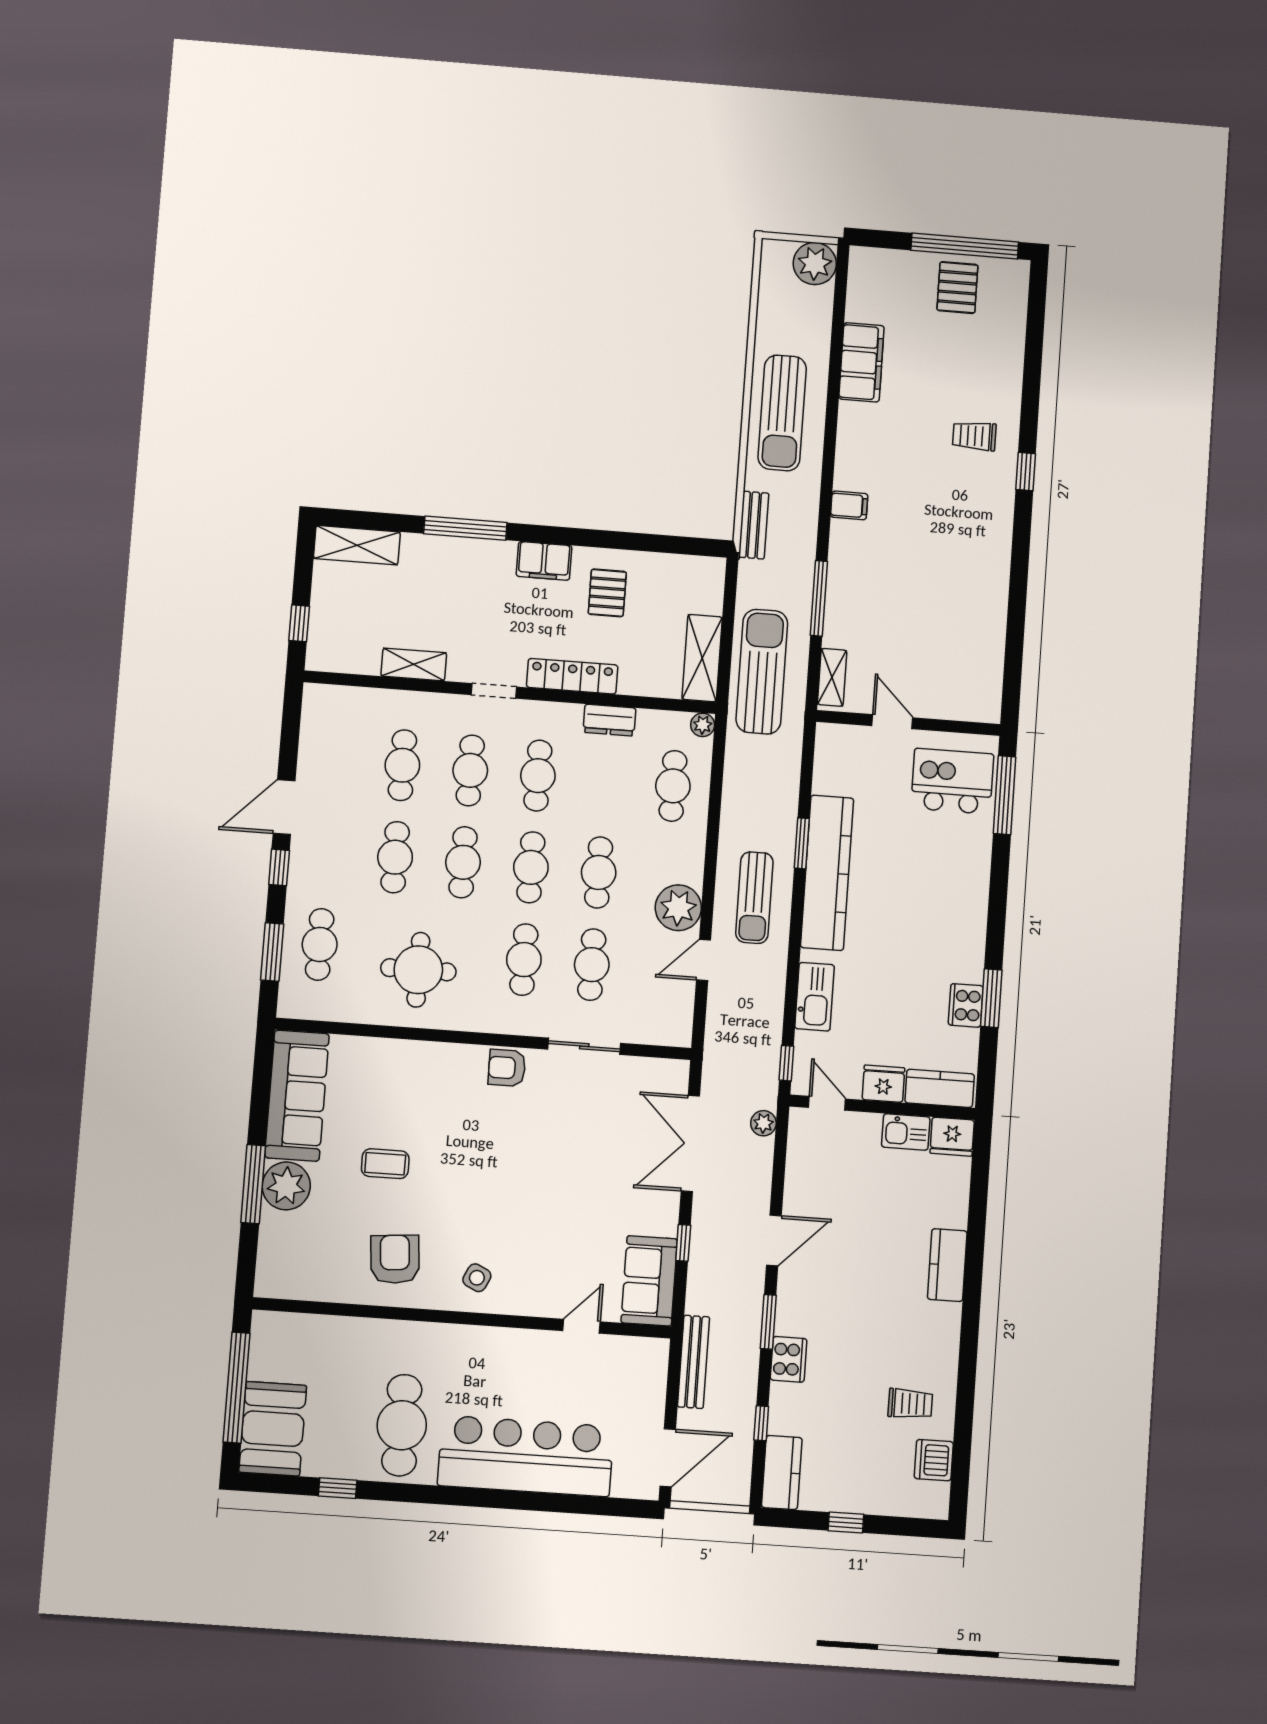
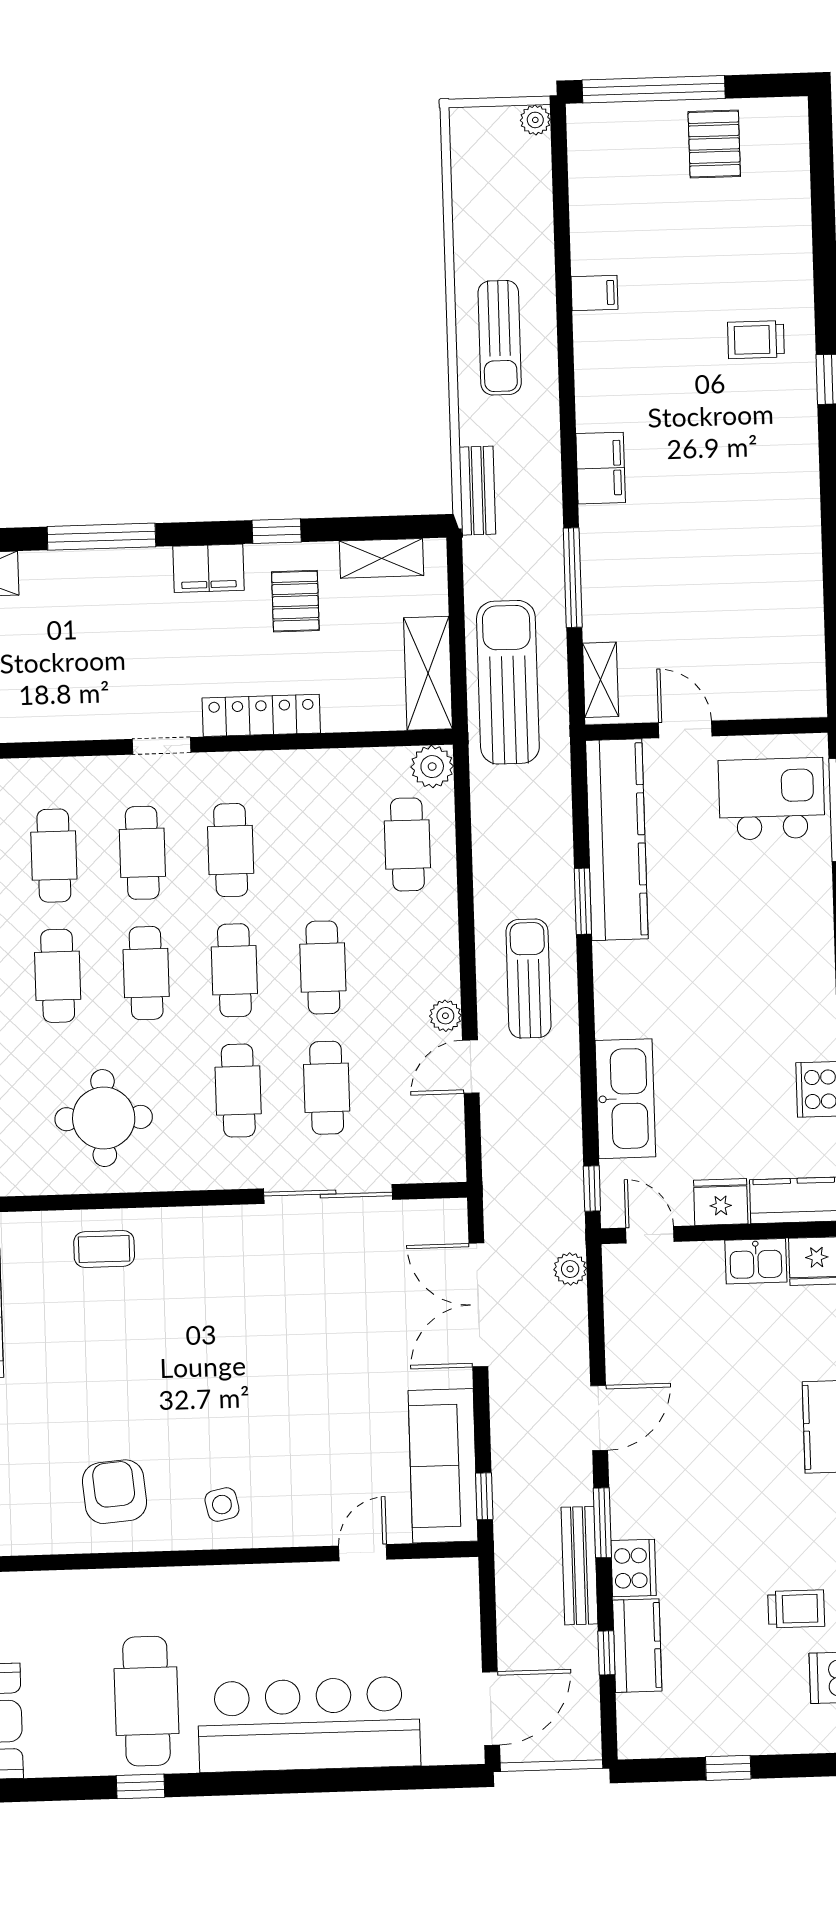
window: (965, 246) -> (654, 89), moved
plant: (815, 264) -> (535, 120), width x0.53, depth x0.53
filing cabinet: (861, 362) -> (594, 293), width x0.33, depth x0.86
sun lounger: (782, 413) -> (500, 338), width x0.73, depth x0.75
filing cabinet: (849, 505) -> (601, 468), width x2.00
window: (599, 539) -> (277, 531), added
shelving: (414, 664) -> (382, 558), moved
dresser: (609, 720) -> (316, 768), removed
plant: (703, 725) -> (432, 767), width x1.38, depth x1.38
kitchen counter: (827, 873) -> (617, 840), moved
sun lounger: (754, 898) -> (528, 979), turned 180
plant: (678, 908) -> (445, 1016), width x0.53, depth x0.53
kitchen sink: (815, 997) -> (625, 1099), width x1.36, depth x1.24
sliding door: (584, 1046) -> (328, 1194), width x1.37
armchair: (507, 1068) -> (231, 1232), removed
coffee table: (385, 1164) -> (104, 1249), moved
window: (683, 1243) -> (484, 1496), moved
side table: (477, 1278) -> (222, 1505), turned -38
sofa: (649, 1281) -> (443, 1466), width x1.36
bench: (693, 1362) -> (579, 1566), moved
kitchen counter: (782, 1472) -> (637, 1646), moved
window: (338, 1488) -> (141, 1786), moved

